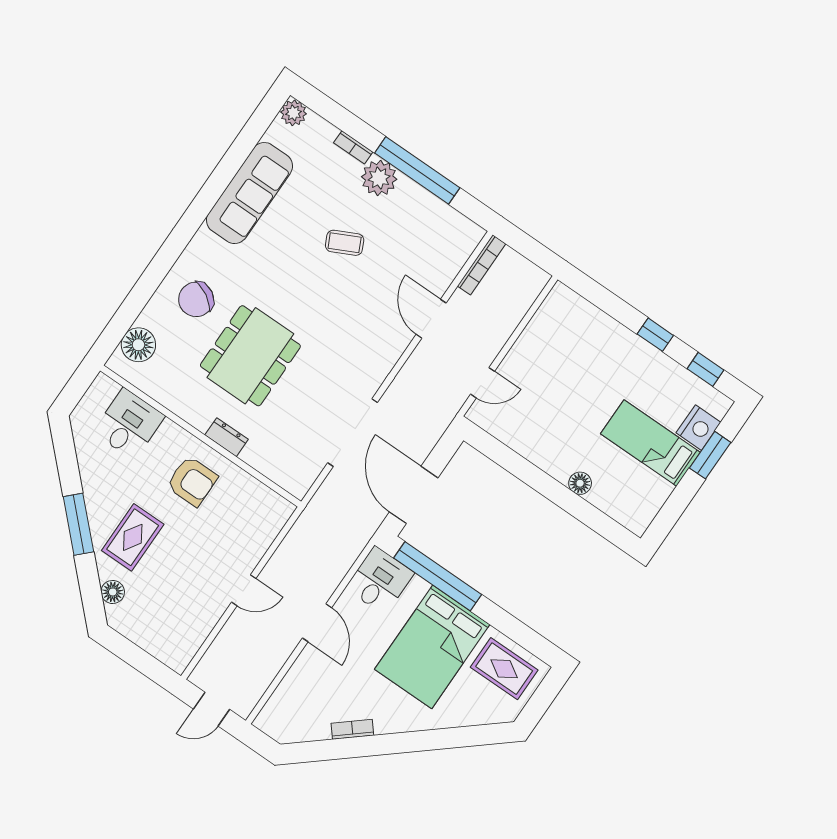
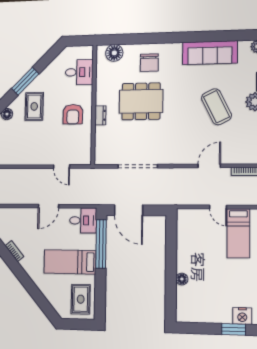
coffee table: (345, 243) -> (216, 107), width x1.86, depth x1.72
chair: (196, 299) -> (149, 63), turned -120
door: (483, 383) -> (218, 207), moved
bed: (650, 443) -> (238, 233), moved, turned 180
door: (414, 495) -> (129, 210), swing flipped
rug: (133, 537) -> (34, 106), turned 90
door: (244, 590) -> (62, 167), moved
bed: (432, 647) -> (70, 262), width x0.67

